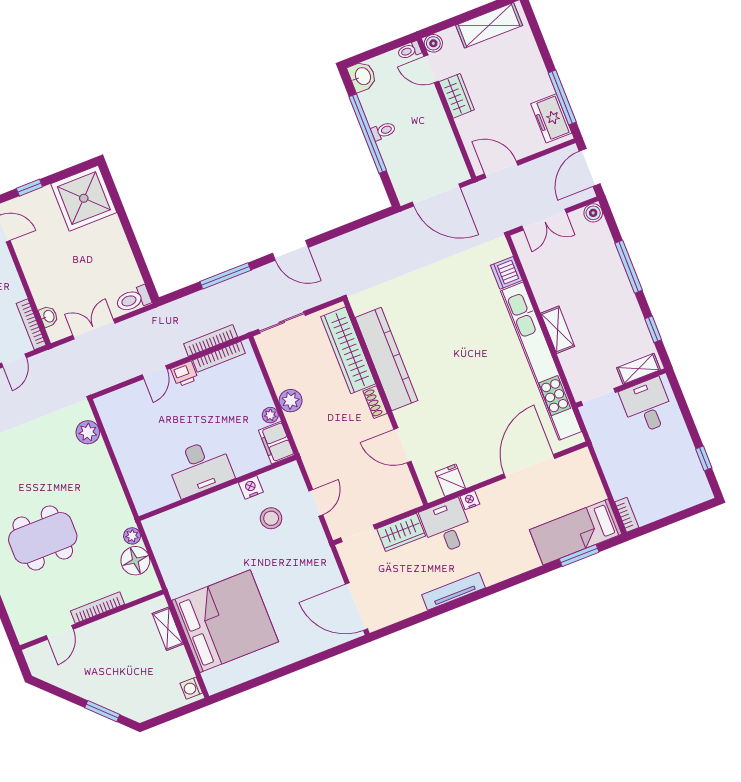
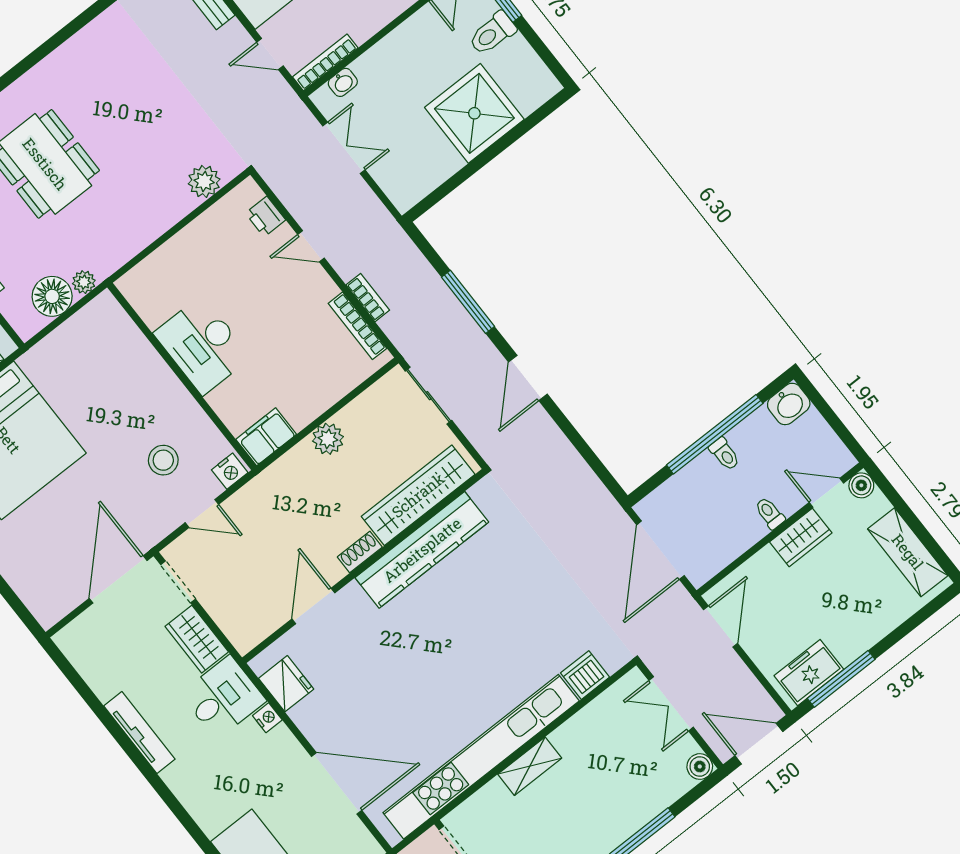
toilet: (409, 50) -> (770, 513), moved
door: (431, 69) -> (826, 493), hinge flipped
shower: (84, 198) -> (474, 113), moved
toilet: (133, 299) -> (492, 33), moved, turned -90
bookcase: (211, 340) -> (368, 298), width x0.64
printer: (184, 374) -> (265, 217), moved
plant: (270, 415) -> (300, 418), removed
fridge: (450, 480) -> (286, 684), width x1.38
nightstand: (251, 487) -> (230, 471), moved, turned 90
door: (356, 607) -> (118, 579), moved

